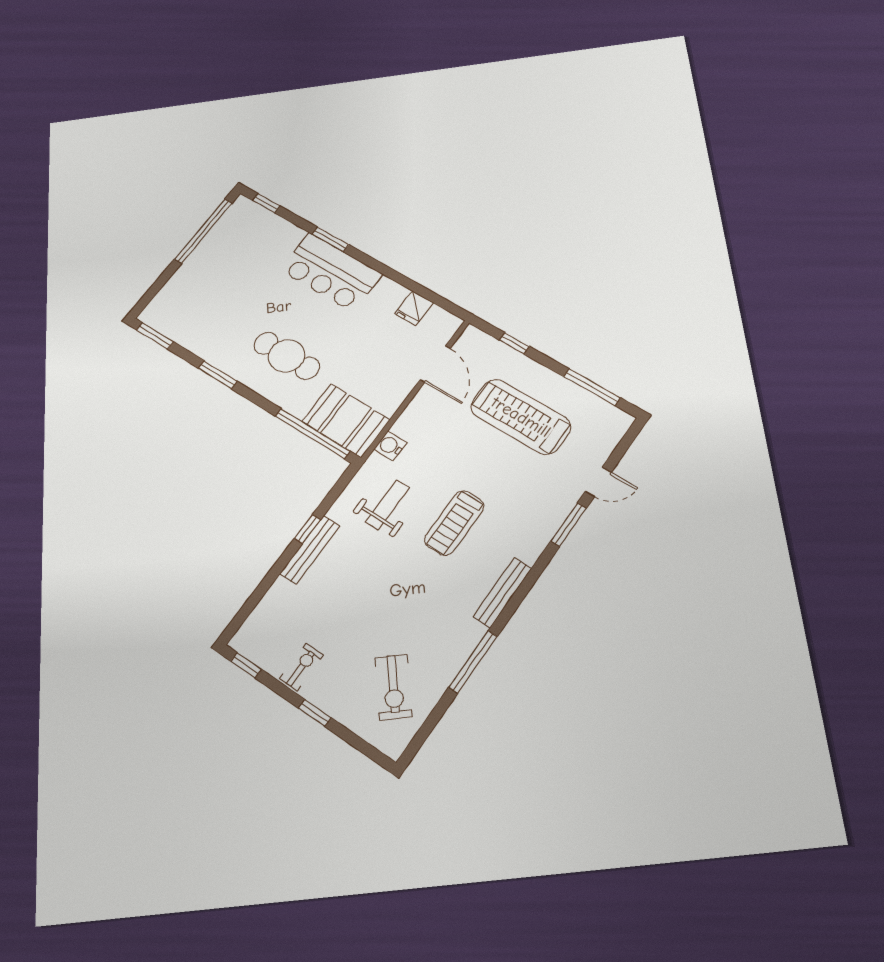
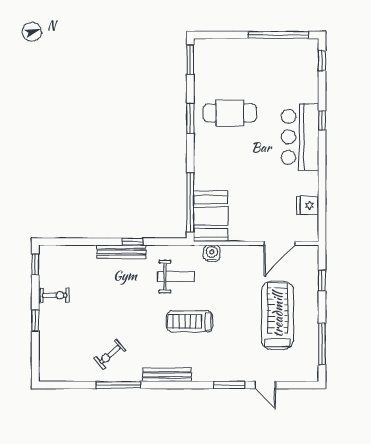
window: (330, 239) -> (322, 120), width x0.67
cafe table: (287, 356) -> (230, 113), moved, turned 90
exercise bike: (393, 687) -> (110, 355), moved, width x0.73, depth x0.72

